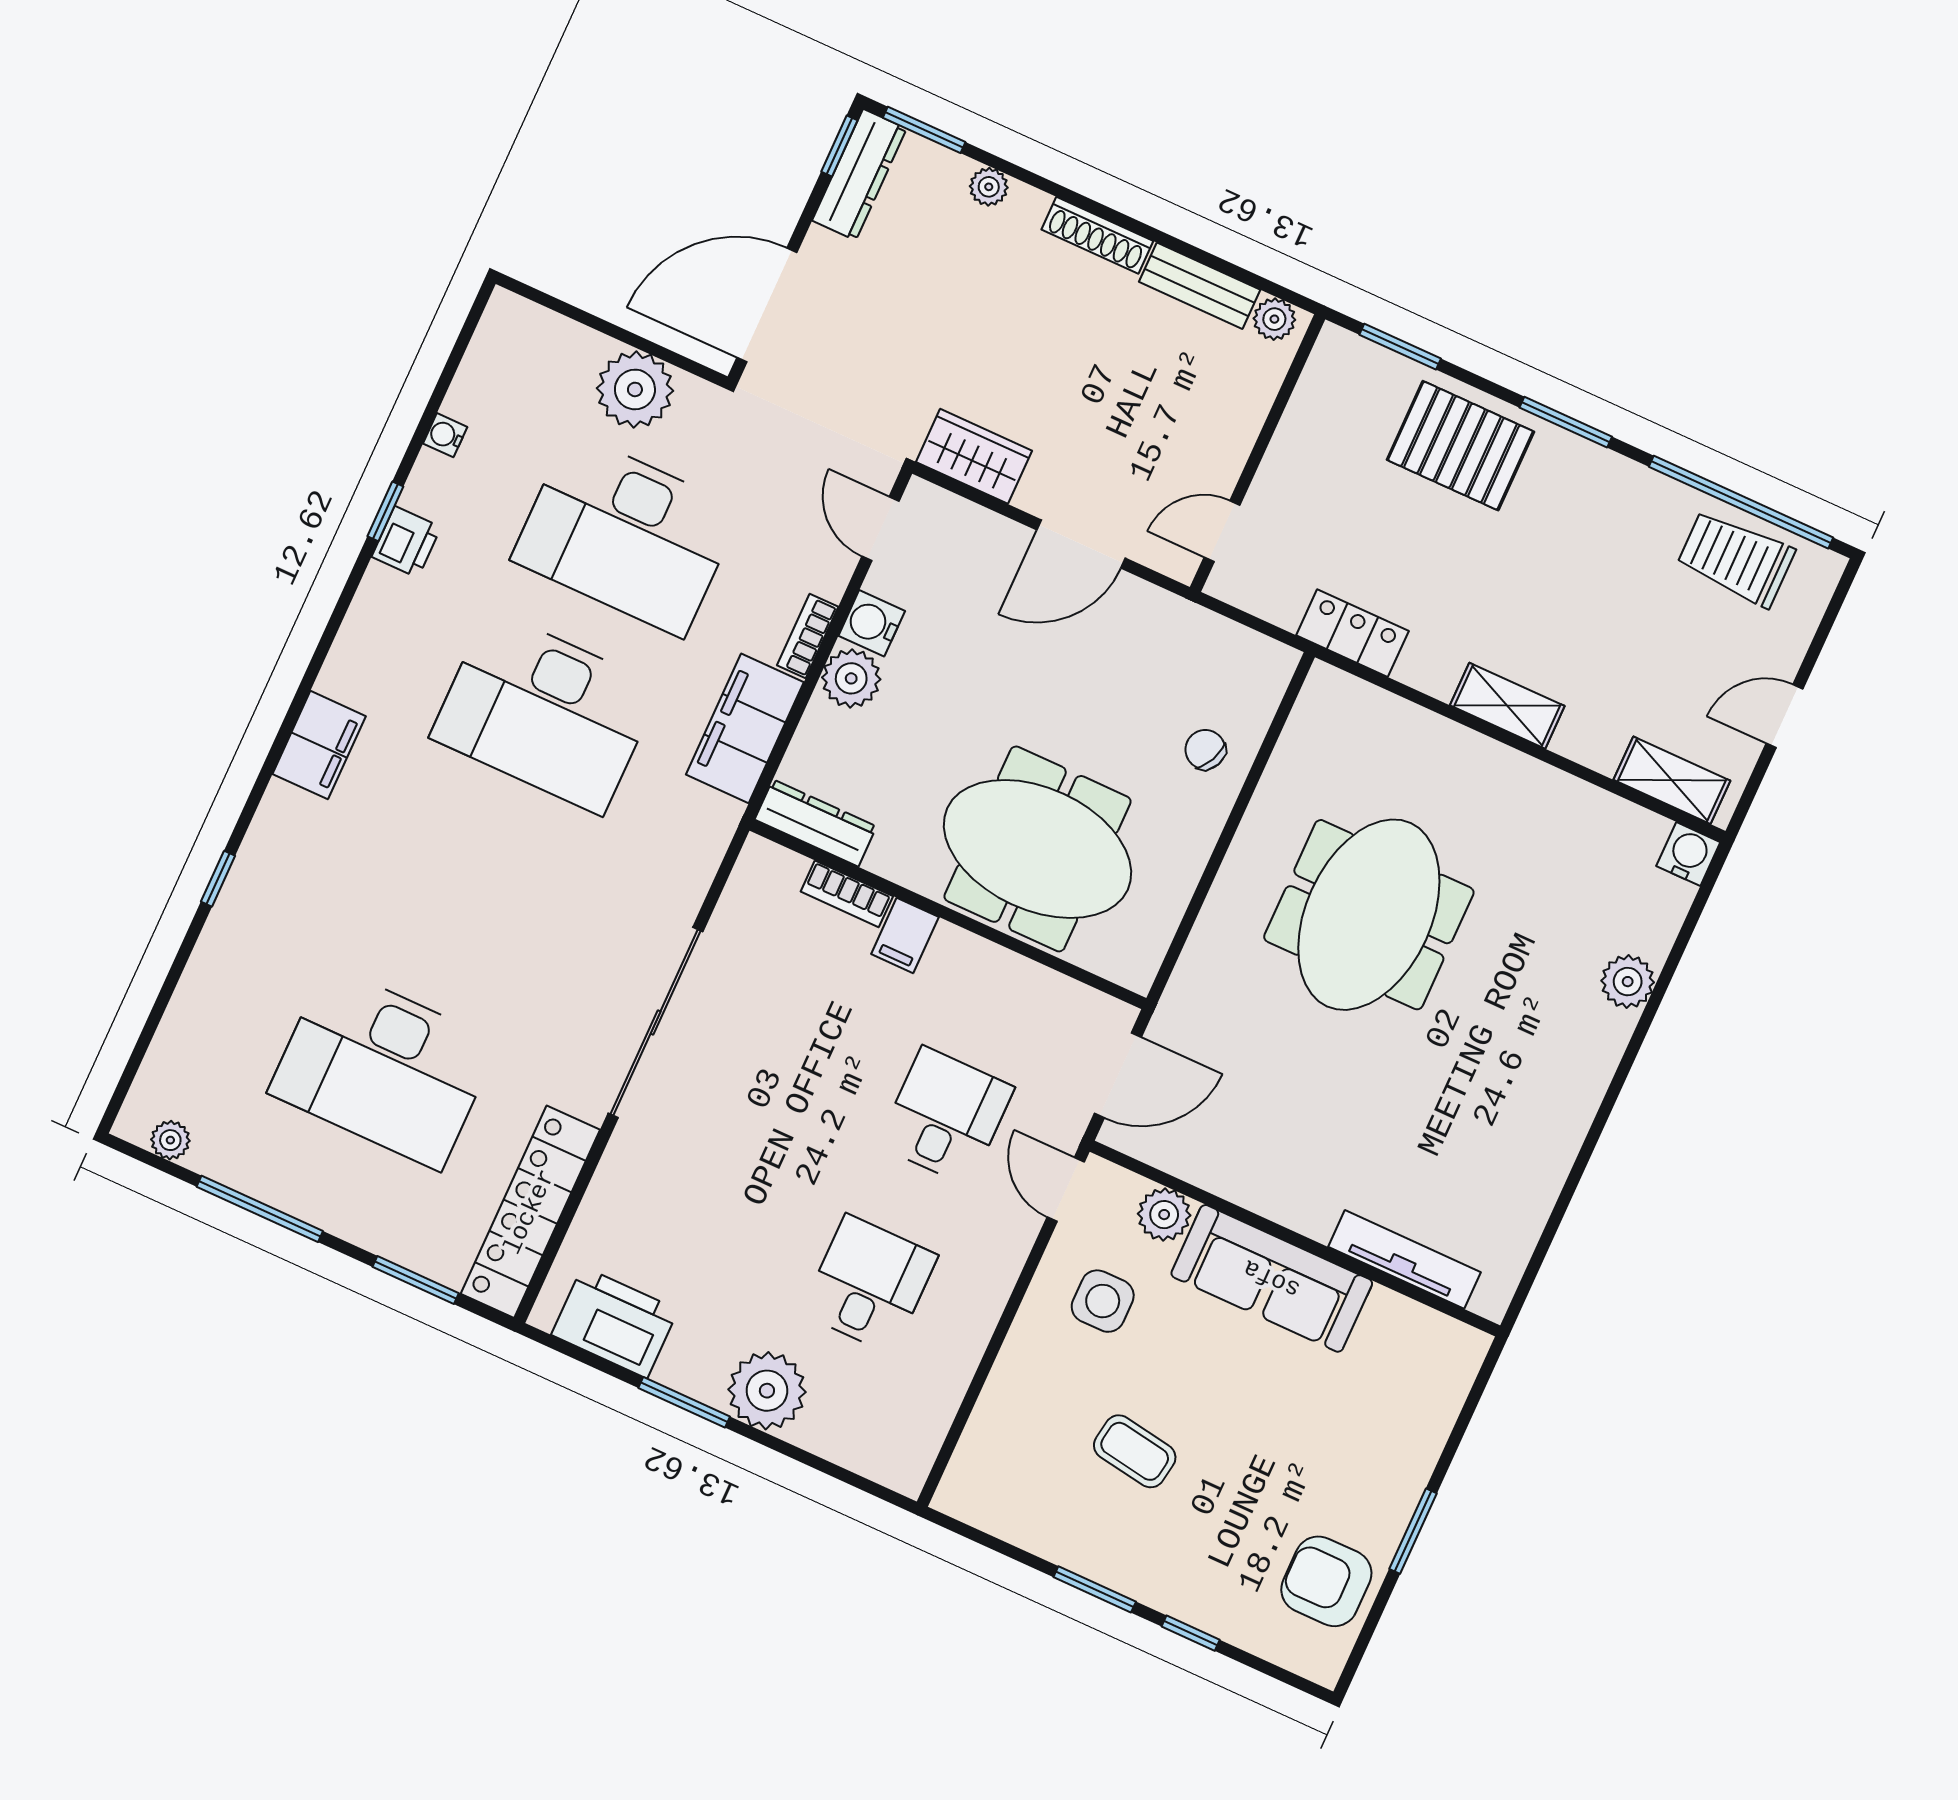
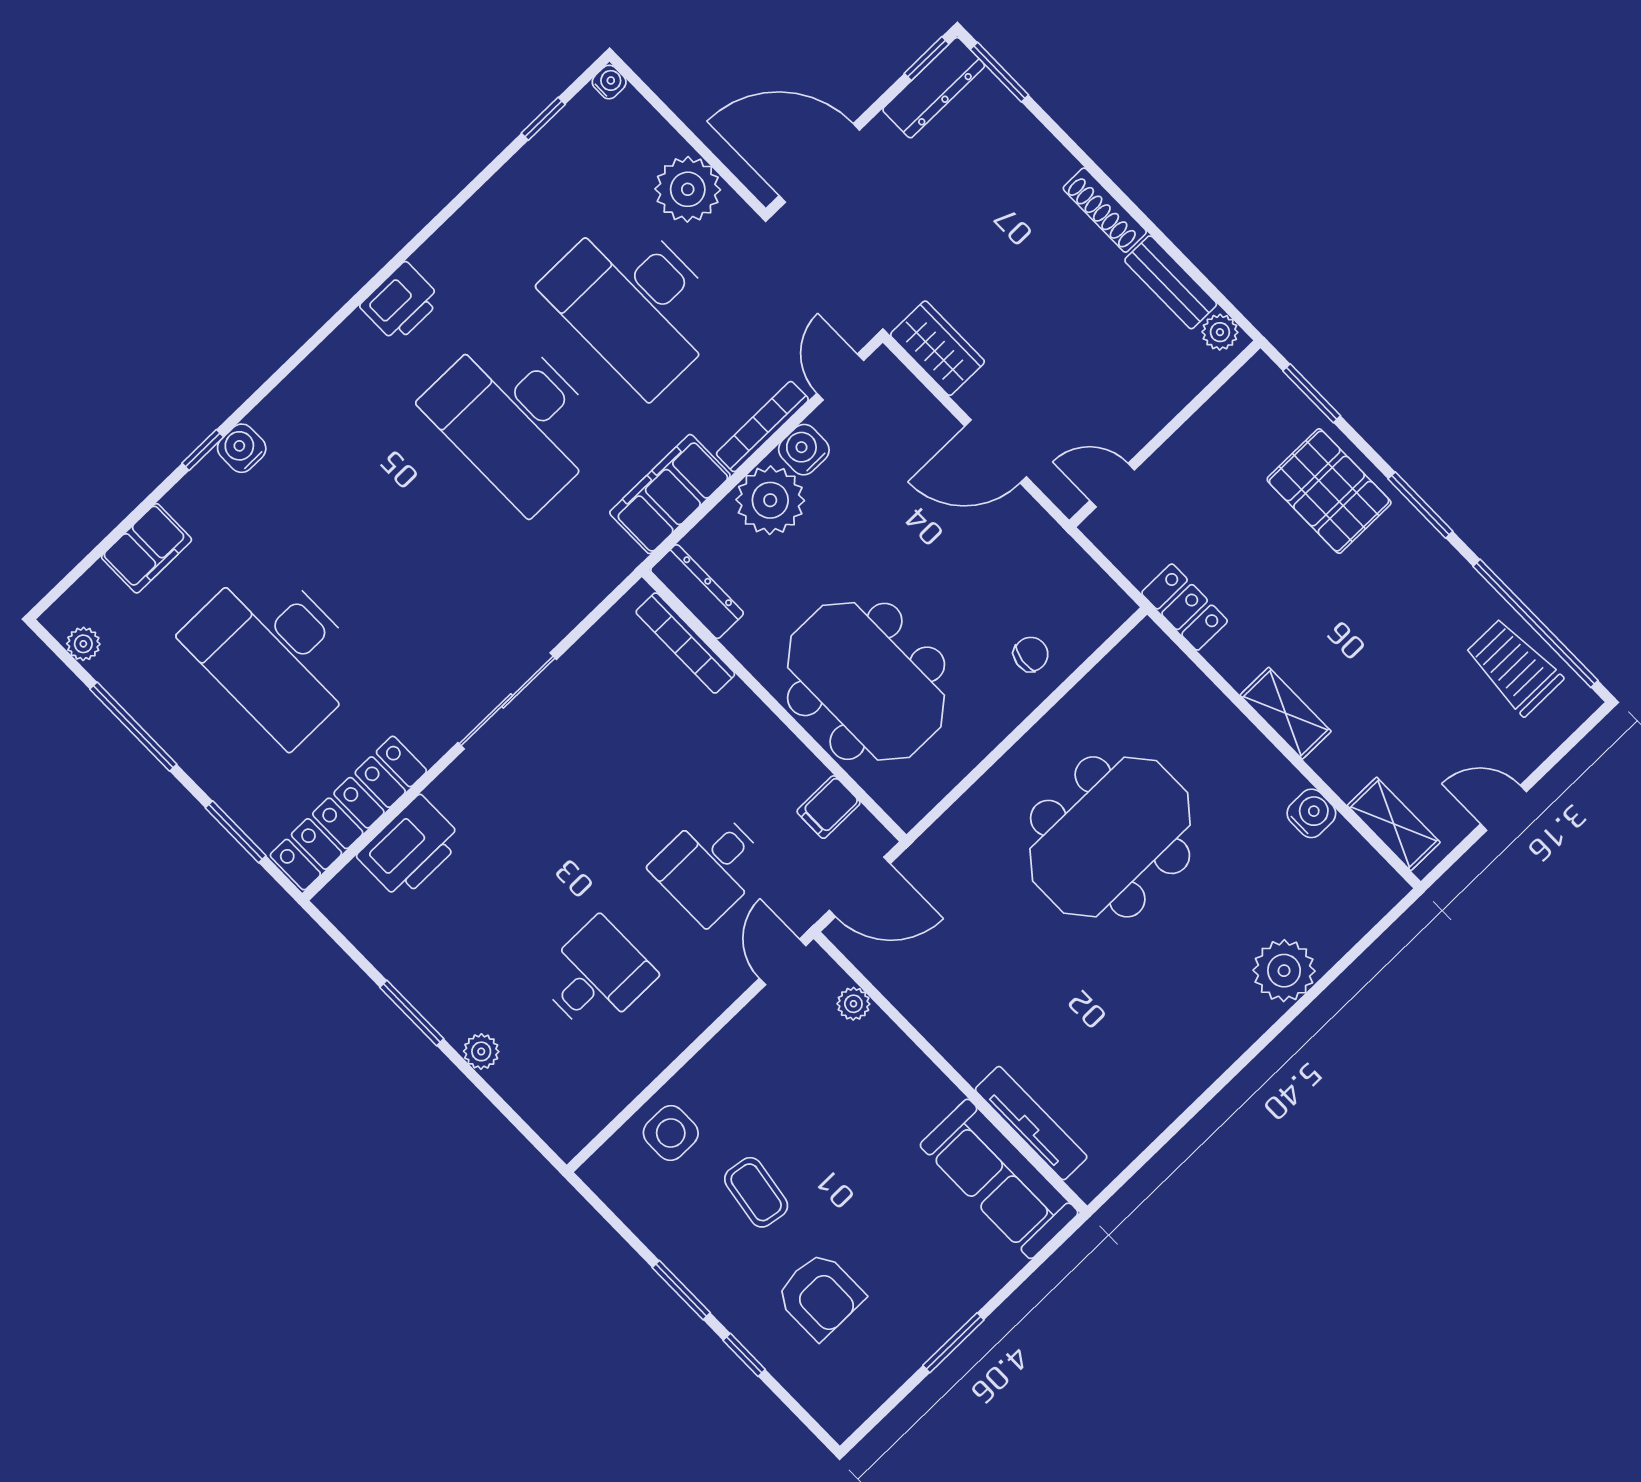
plant: (989, 187) -> (1033, 138), removed
water cooler: (445, 435) -> (609, 82), moved, turned 90
window: (385, 511) -> (543, 119), moved
printer: (406, 542) -> (401, 303), moved, width x1.36, depth x1.24
bookcase: (808, 636) -> (762, 427), width x1.56
plant: (851, 678) -> (770, 500), width x1.36, depth x1.36
filing cabinet: (319, 745) -> (147, 548), moved
chair: (1205, 750) -> (1031, 654), turned 73
water cooler: (1688, 854) -> (1311, 813), moved
water cooler: (260, 860) -> (242, 448), added
bookcase: (847, 894) -> (685, 643), width x1.56
filing cabinet: (905, 936) -> (828, 807), moved
plant: (1628, 982) -> (1284, 971), width x1.36, depth x1.36
sliding door: (655, 1022) -> (507, 701), width x0.73
desk: (946, 1116) -> (710, 866), turned 180
plant: (1164, 1215) -> (853, 1004), width x0.73, depth x0.73
sofa: (1272, 1278) -> (999, 1179), moved
side table: (1103, 1301) -> (671, 1133), moved
printer: (615, 1322) -> (410, 848), moved, turned 90
plant: (767, 1391) -> (481, 1051), width x0.53, depth x0.53
armchair: (1326, 1581) -> (820, 1296), moved, turned 180

